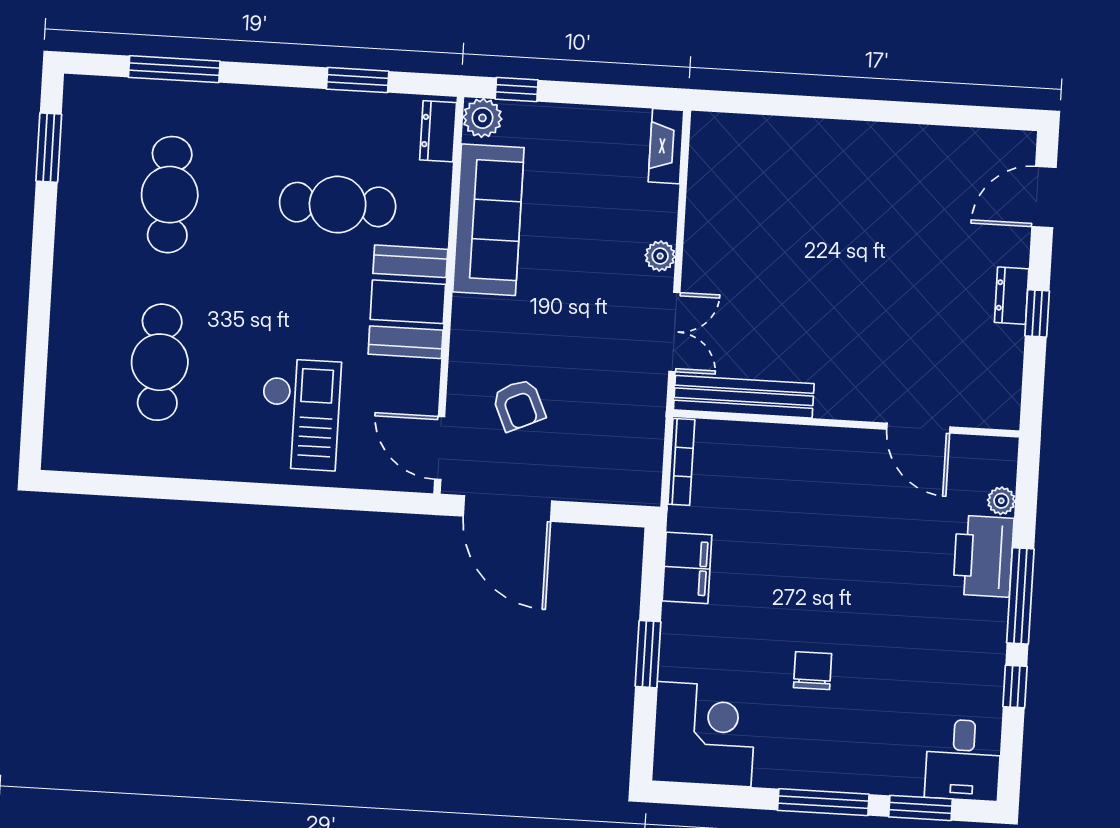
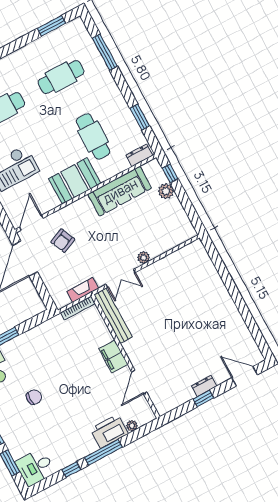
plant: (482, 118) -> (166, 191), moved
fireplace: (666, 146) -> (83, 290), moved
filing cabinet: (687, 568) -> (113, 357), moved, turned 90

